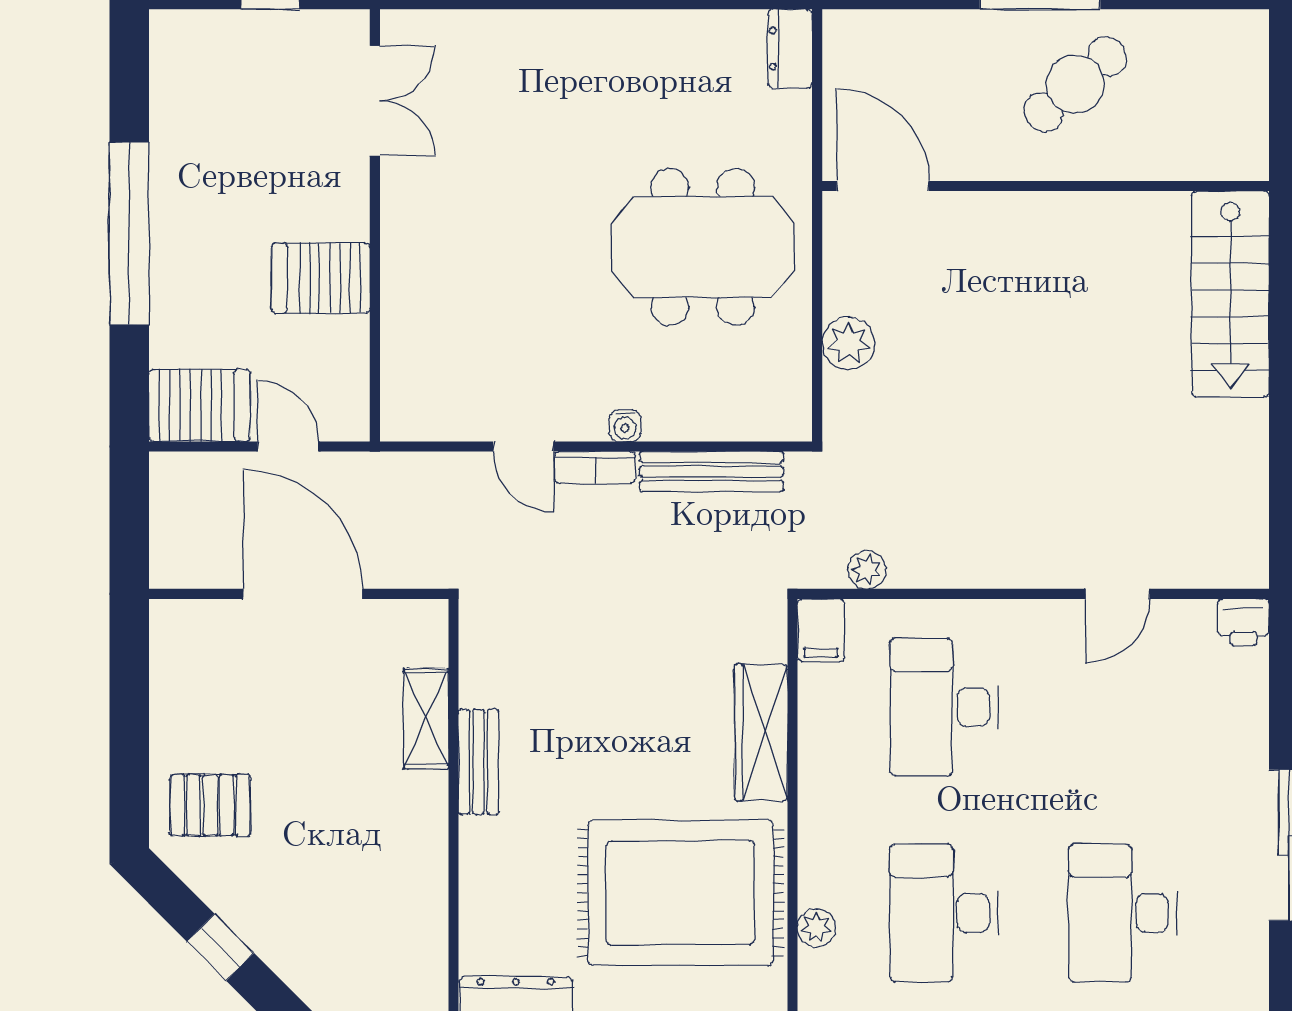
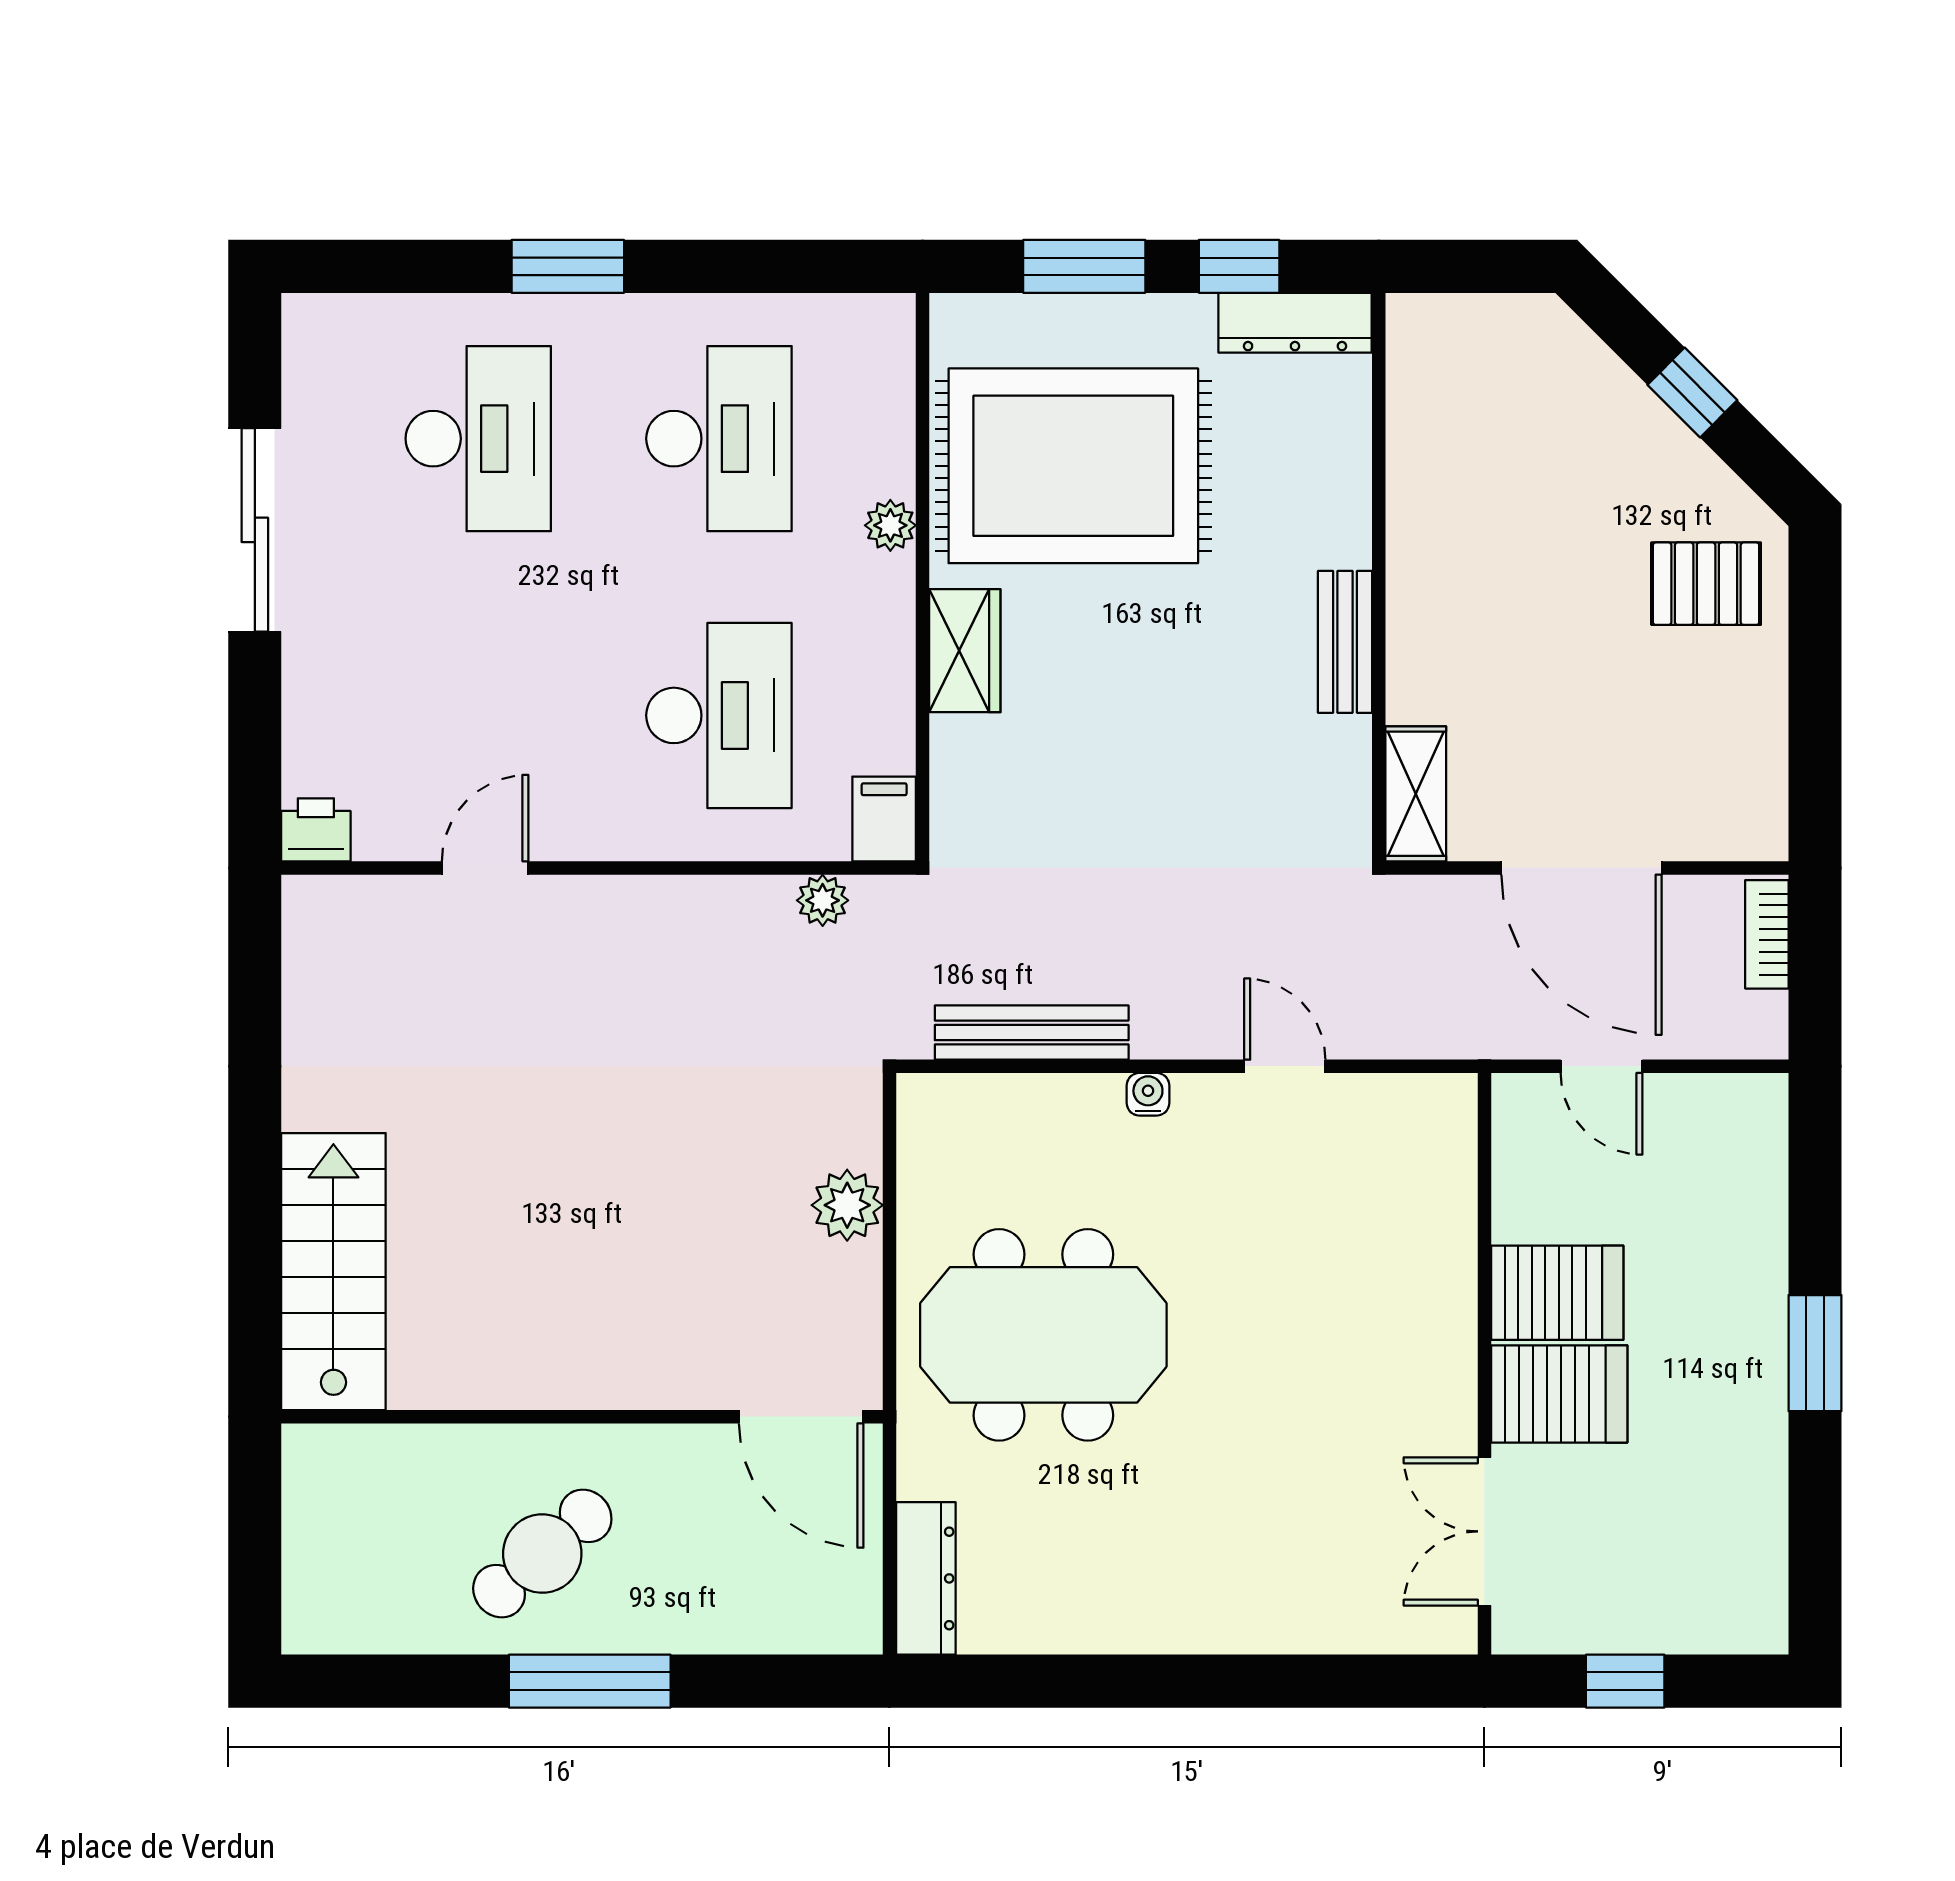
dresser: (790, 49) -> (926, 1578), width x1.44
window: (129, 233) -> (1815, 1353), width x0.47
server rack: (200, 405) -> (1559, 1394), moved, turned 180
bookcase: (595, 468) -> (1767, 934), moved, turned -90
shelving: (426, 719) -> (1416, 794), moved
wardrobe: (761, 733) -> (965, 651), width x0.67
plant: (816, 928) -> (890, 525), moved

